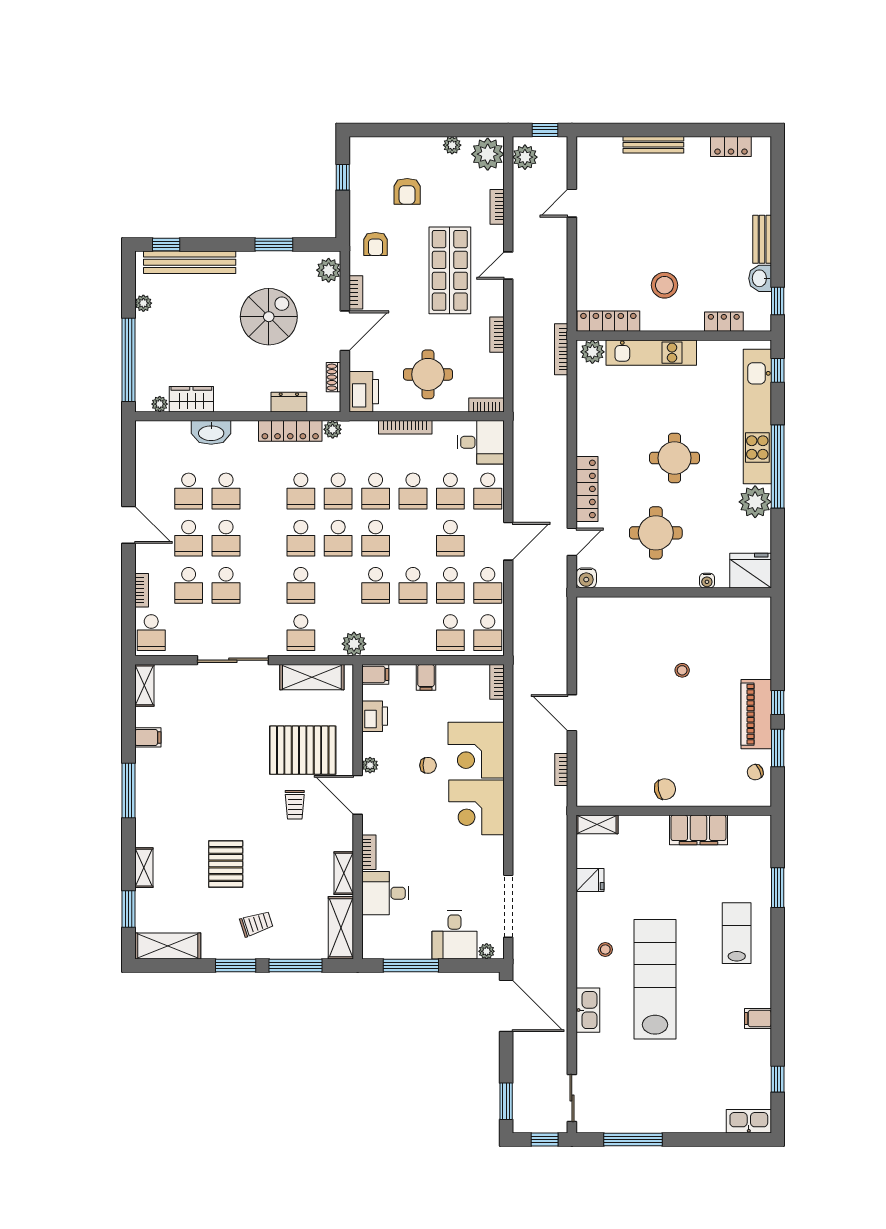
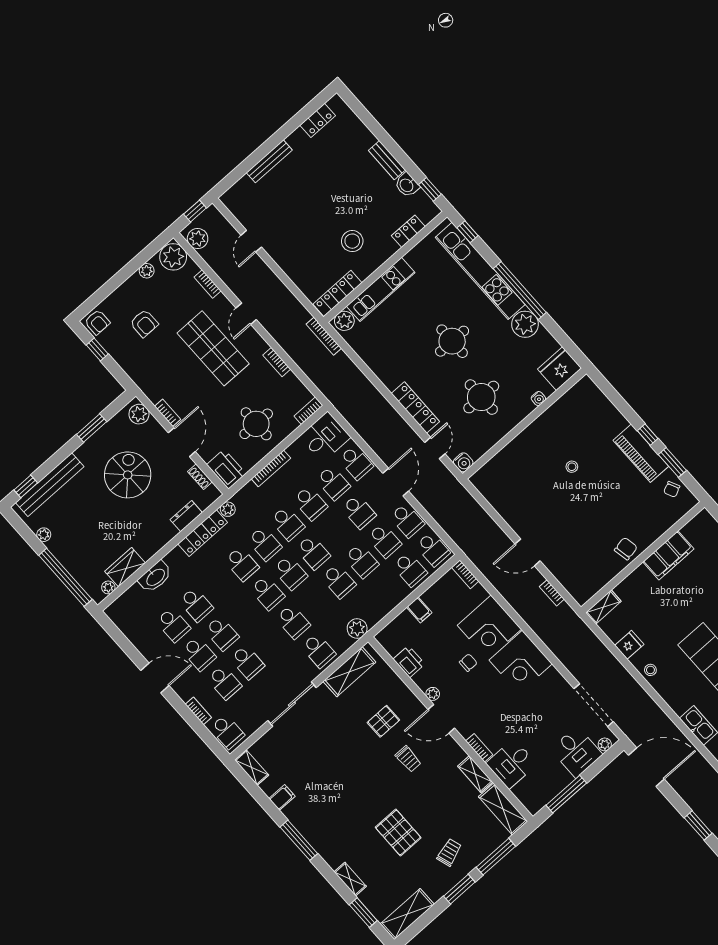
armchair: (375, 244) -> (97, 322), moved
filing cabinet: (375, 674) -> (387, 636), removed
pallet: (303, 750) -> (383, 721), width x0.49, depth x0.50
stool: (605, 949) -> (650, 670), moved

